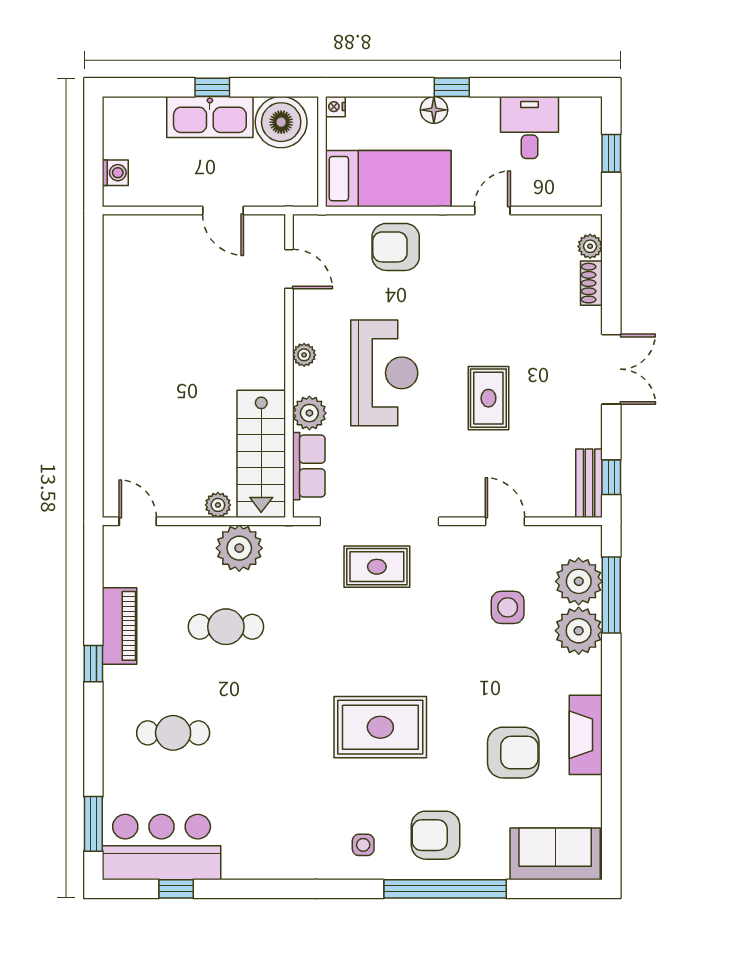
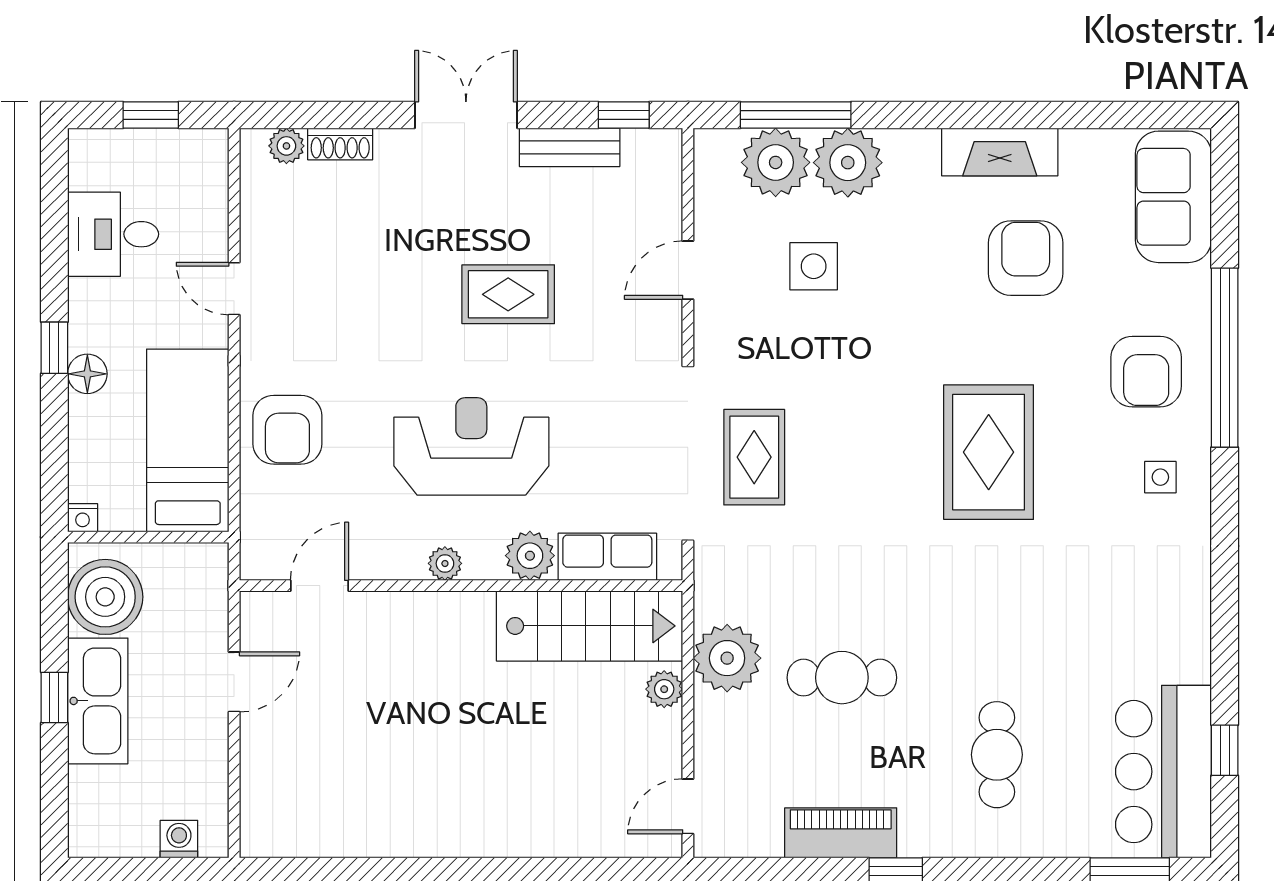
bench: (589, 483) -> (570, 147), moved
cafe table: (226, 627) -> (842, 678), turned 90

